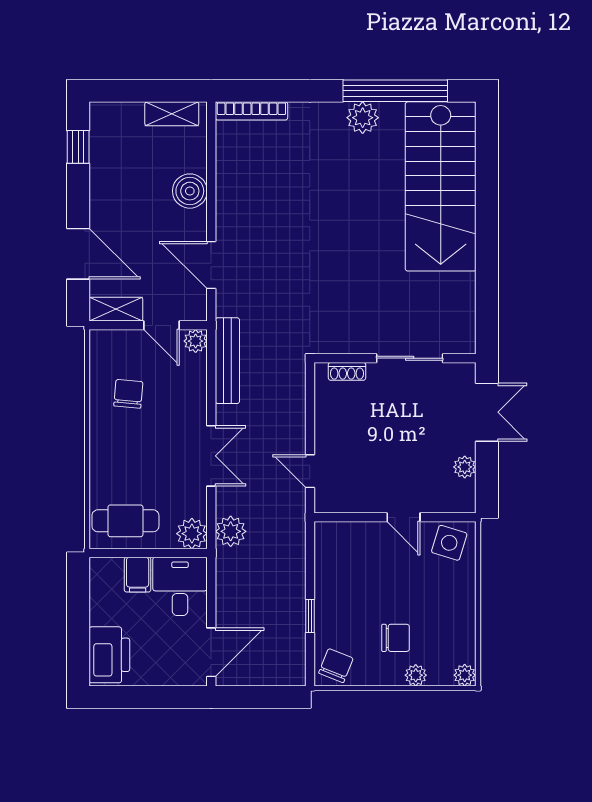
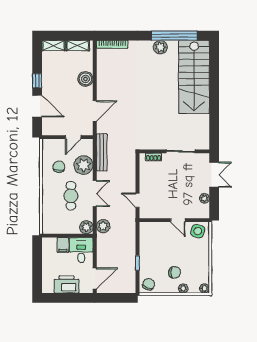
window: (78, 147) -> (37, 81), moved
door: (211, 265) -> (95, 111), swing flipped
shelving: (116, 309) -> (53, 45), moved
door: (161, 325) -> (73, 137), hinge flipped
plant: (196, 341) -> (84, 165), moved, width x1.88, depth x1.88
cafe table: (125, 521) -> (71, 196), moved, turned 90
printer: (109, 655) -> (67, 284), moved, turned -90

